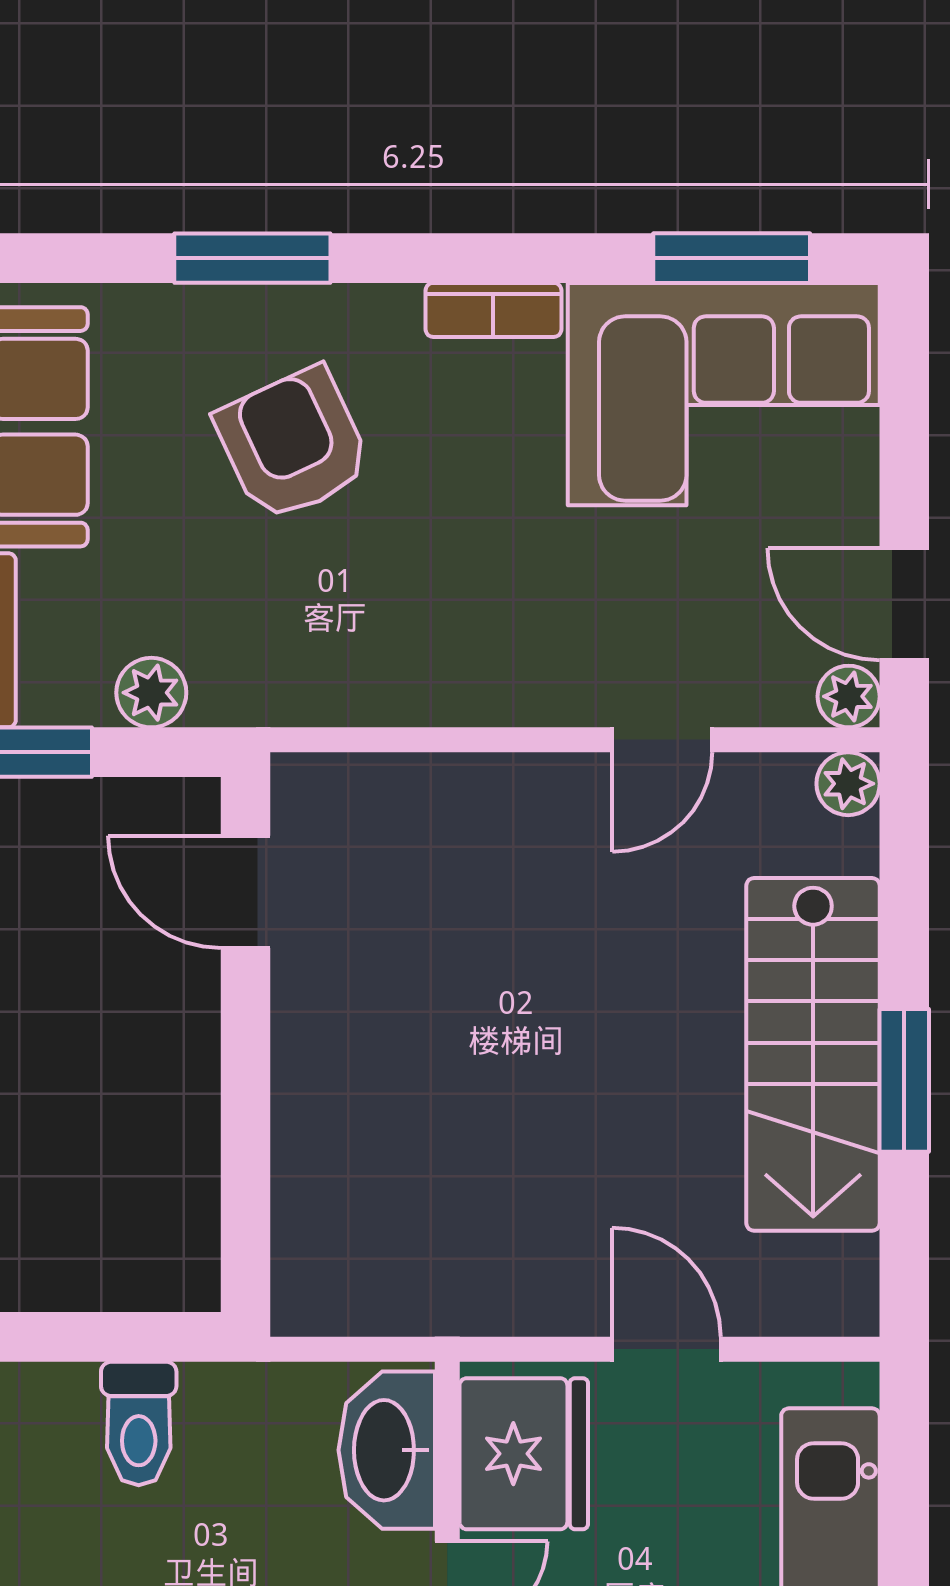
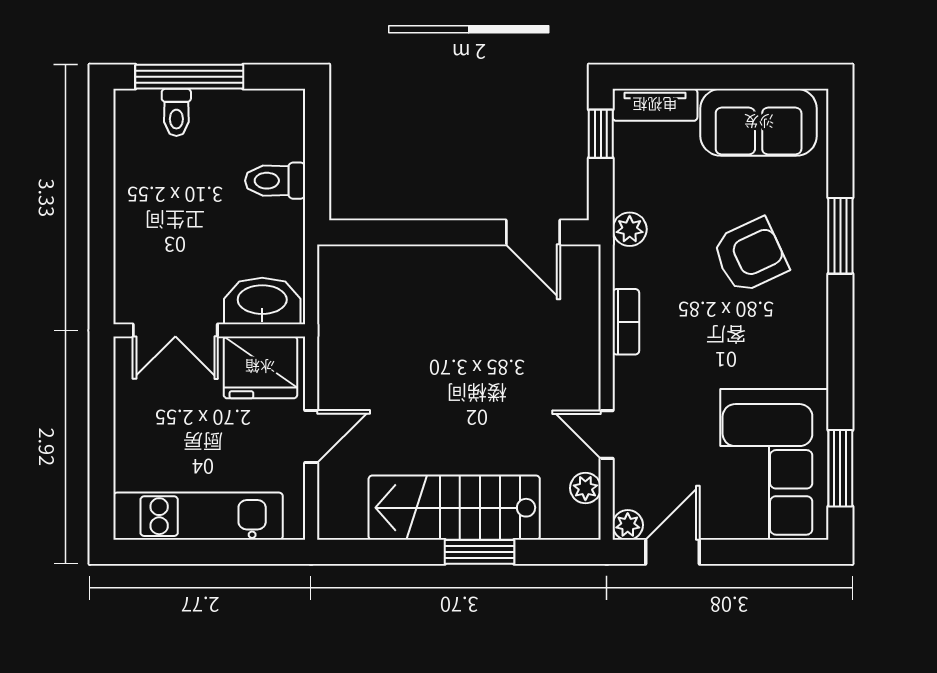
bookcase: (493, 310) -> (626, 322), moved, turned 180
plant: (151, 693) -> (630, 229), moved
plant: (848, 784) -> (585, 488), moved
door: (246, 892) -> (533, 232), swing flipped
window: (904, 1080) -> (480, 552), moved

